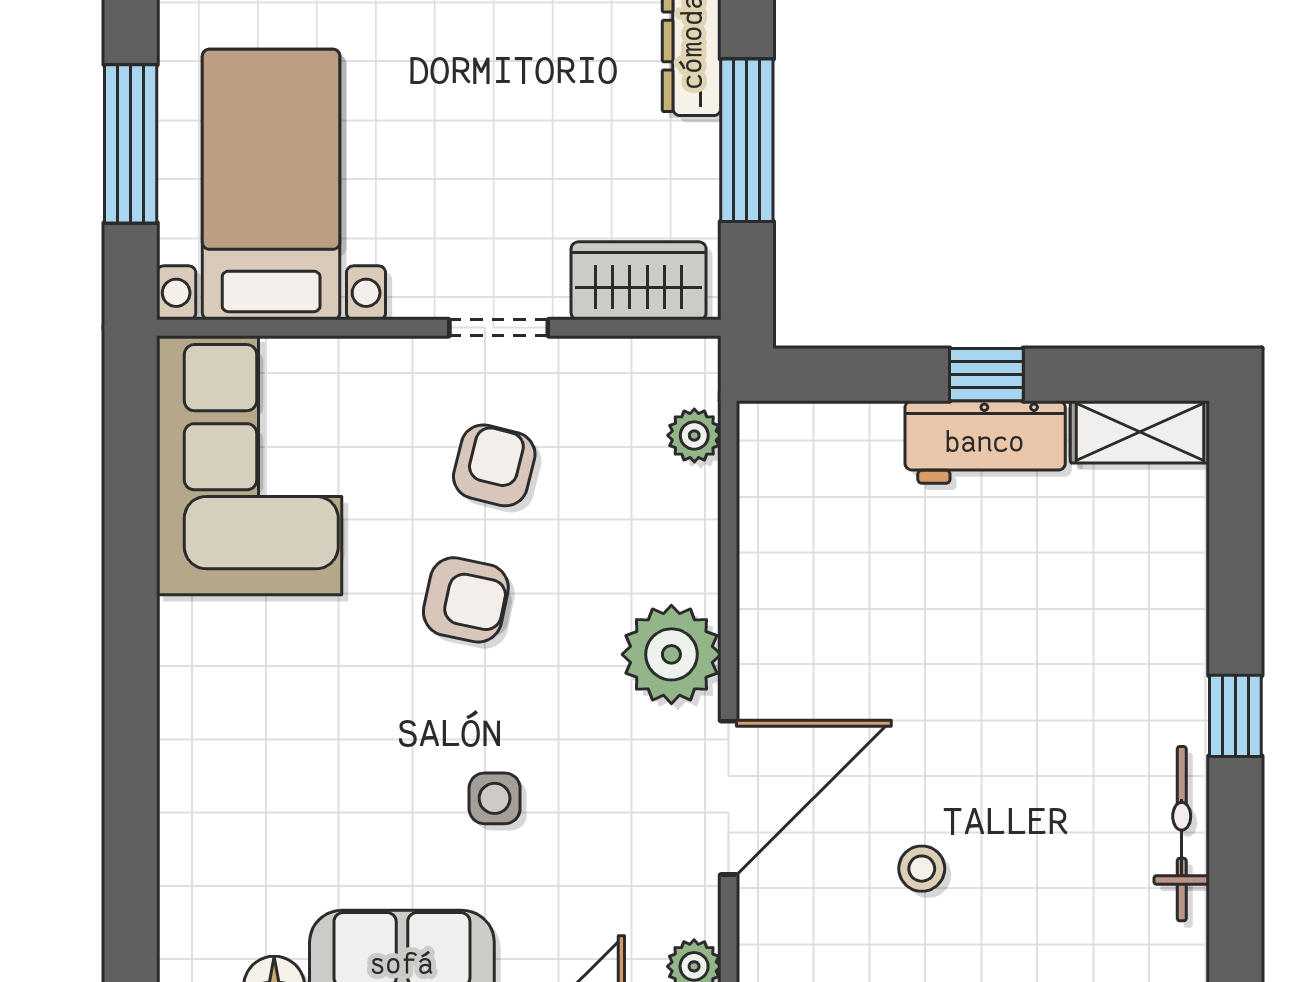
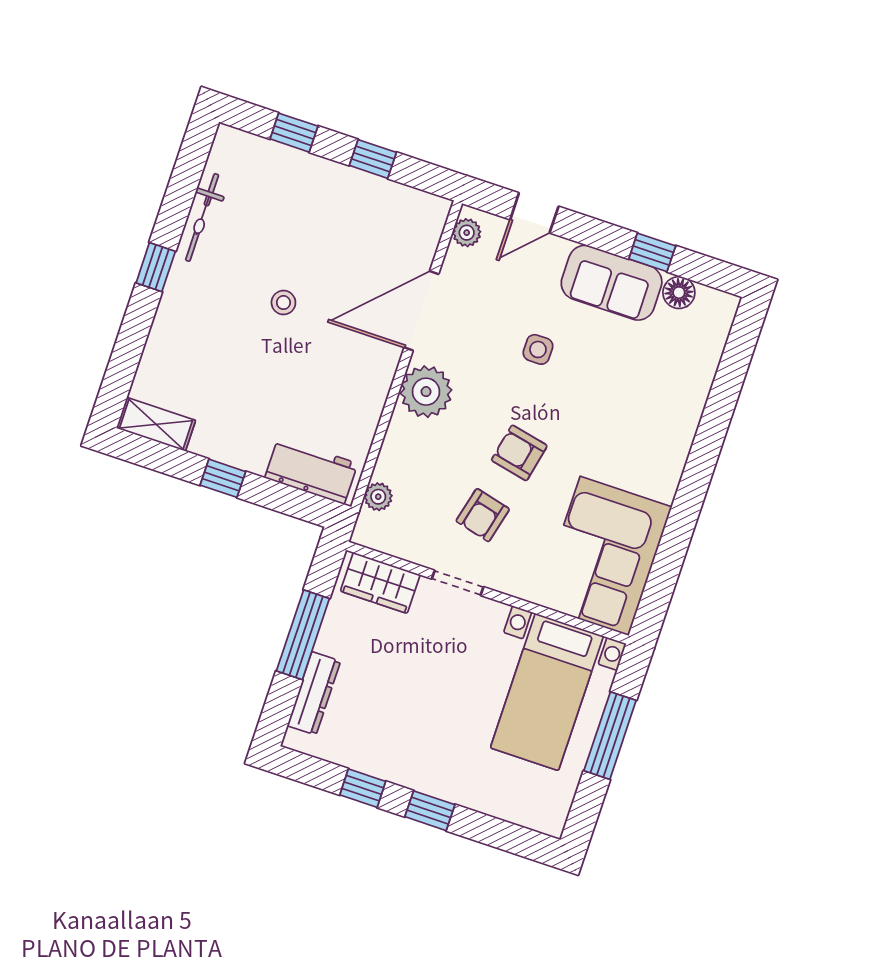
workbench: (985, 442) -> (311, 471), moved
stool: (922, 869) -> (283, 303), moved

